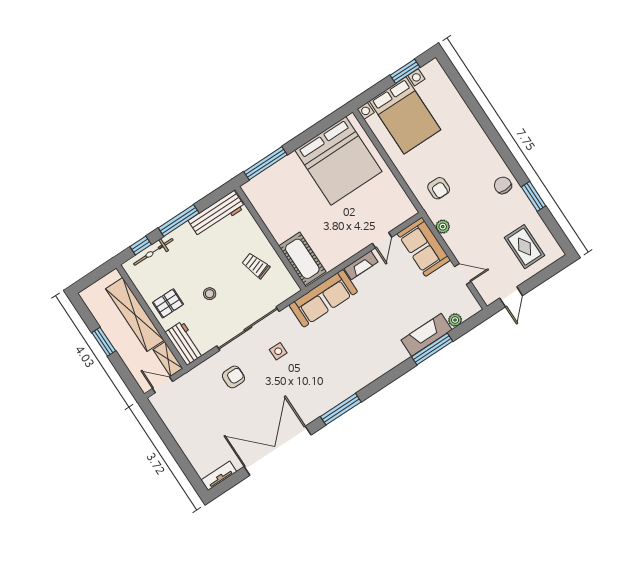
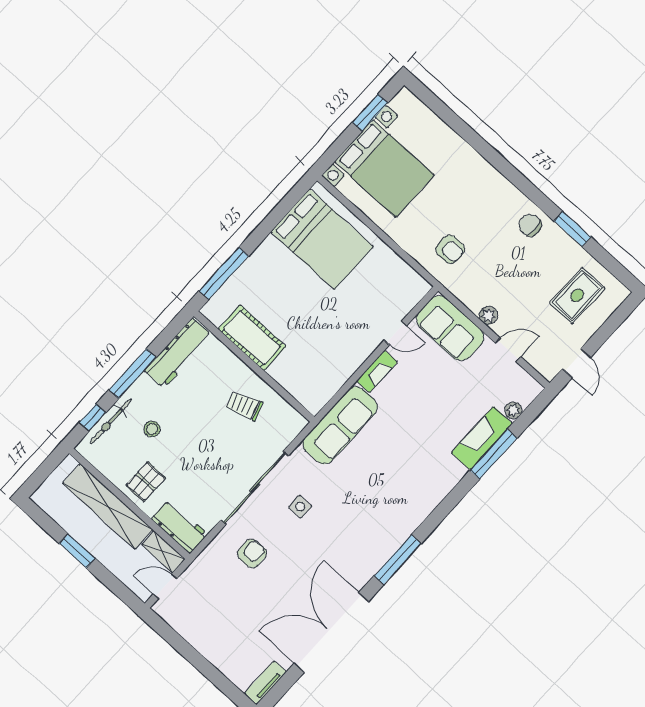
bed: (338, 161) -> (322, 239), width x0.73
plant: (443, 227) -> (488, 315), moved
door: (382, 240) -> (395, 333), hinge flipped
rug: (524, 247) -> (577, 295), turned 90
cot: (302, 259) -> (252, 338), moved
stool: (210, 294) -> (152, 429), moved

